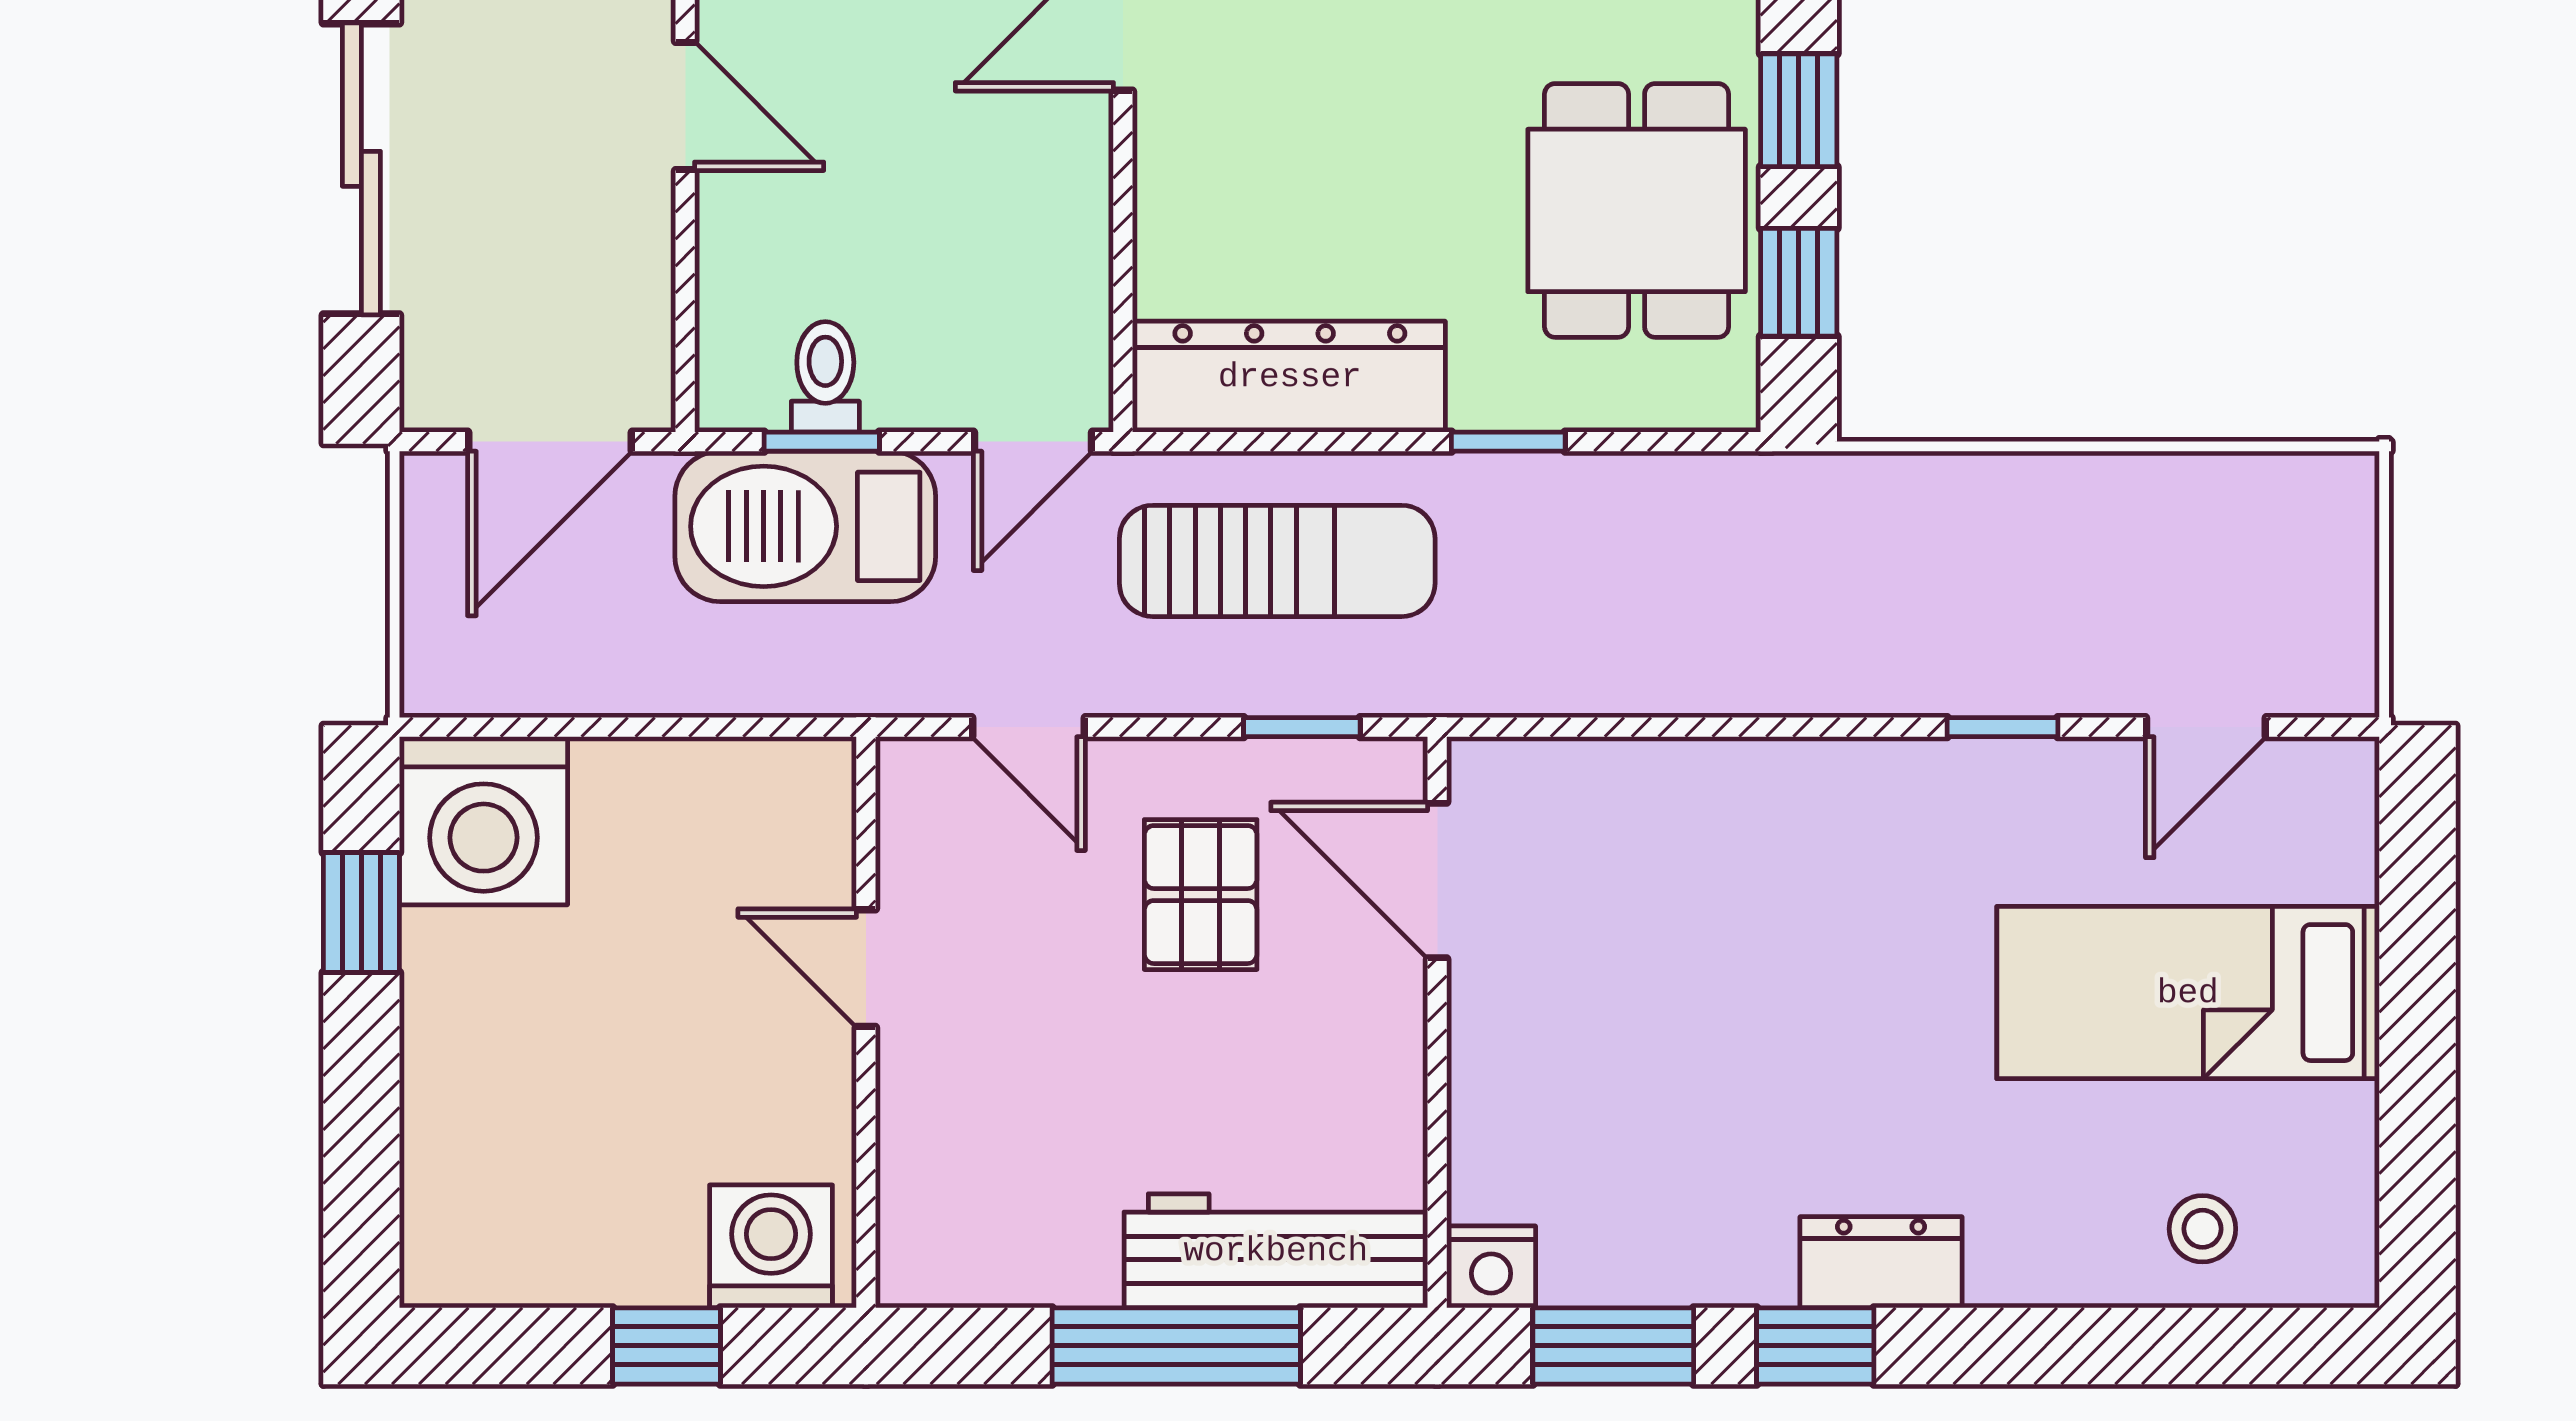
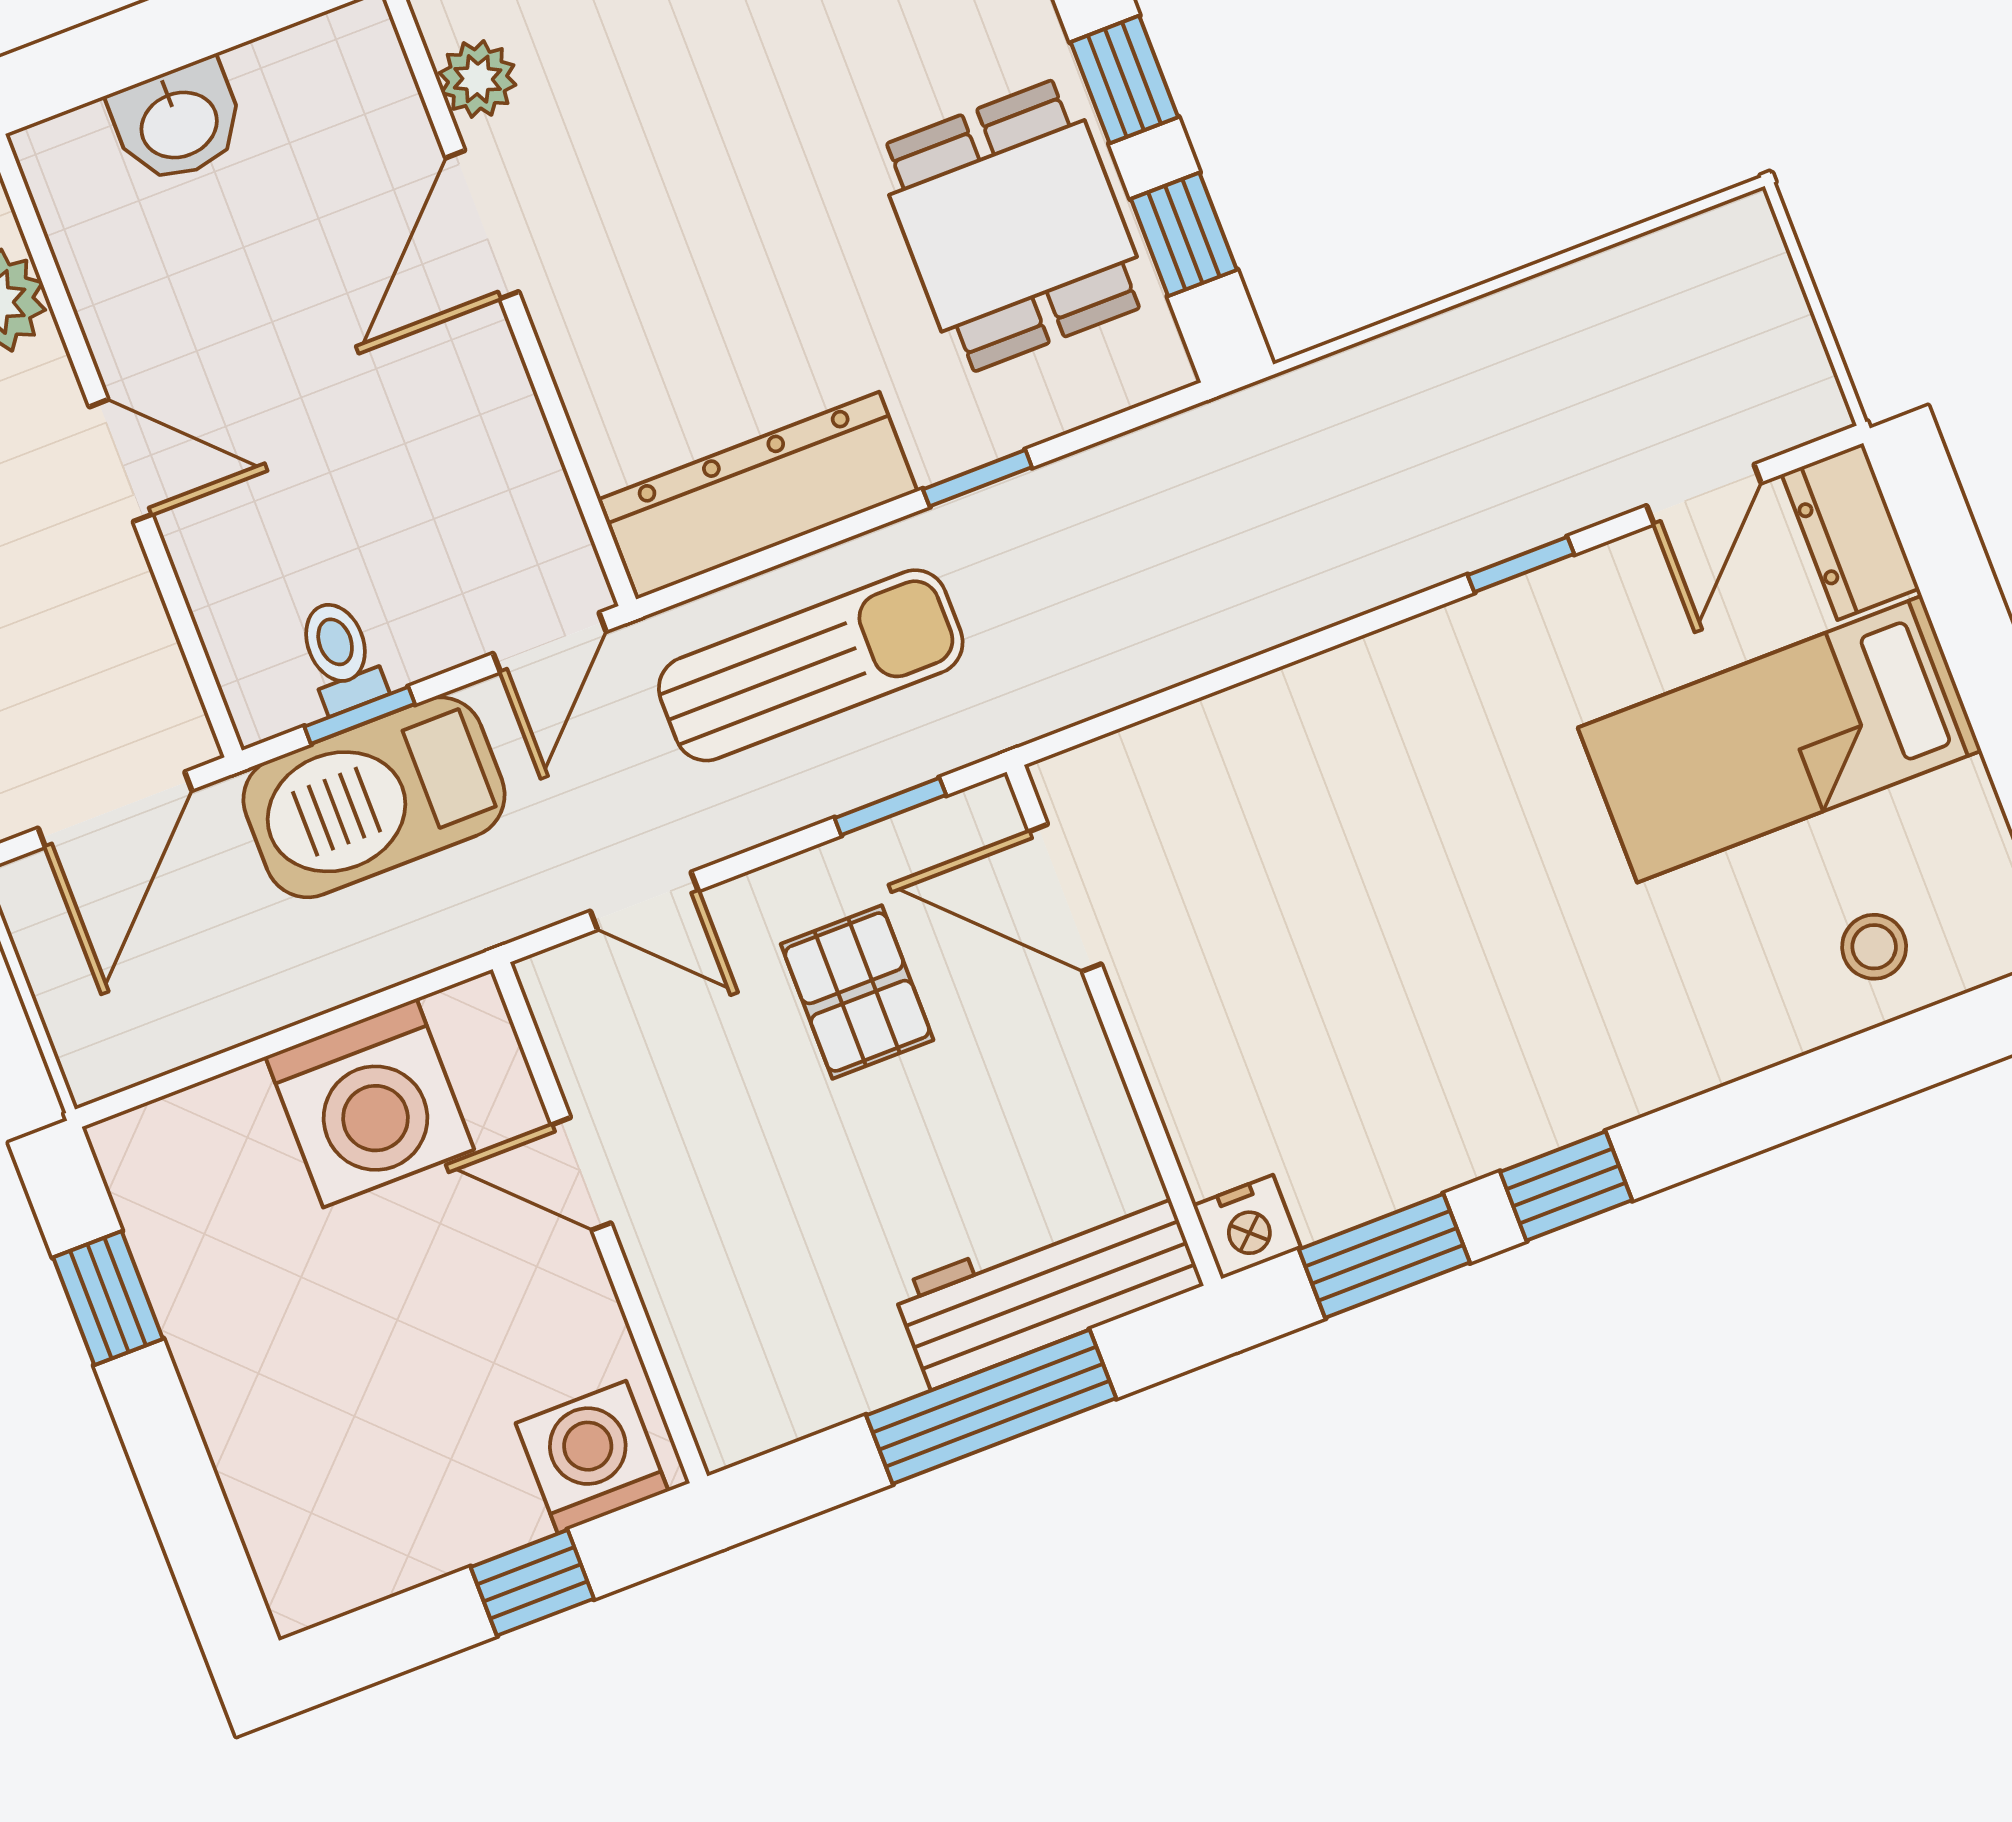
washing machine: (484, 821) -> (370, 1103), moved
dresser: (1881, 1262) -> (1850, 532), moved, turned -90

